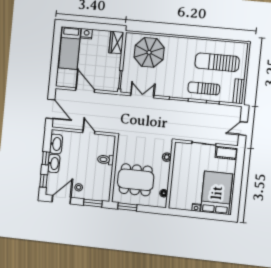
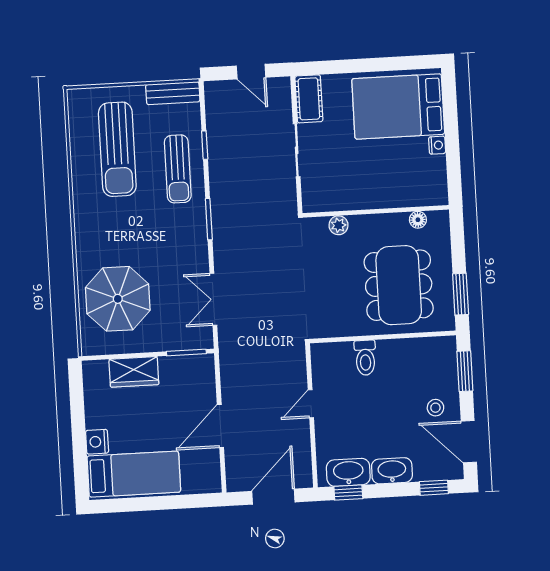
wardrobe: (116, 42) -> (134, 372), moved
window: (46, 158) -> (348, 492), moved

